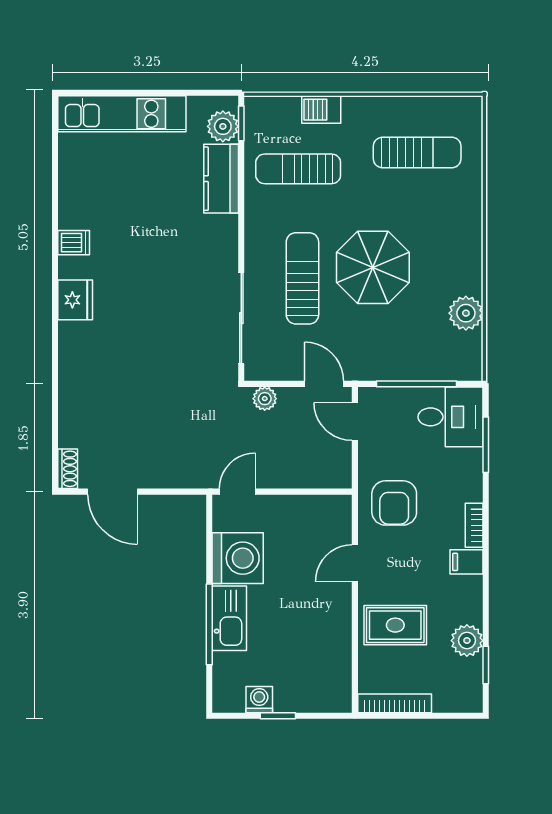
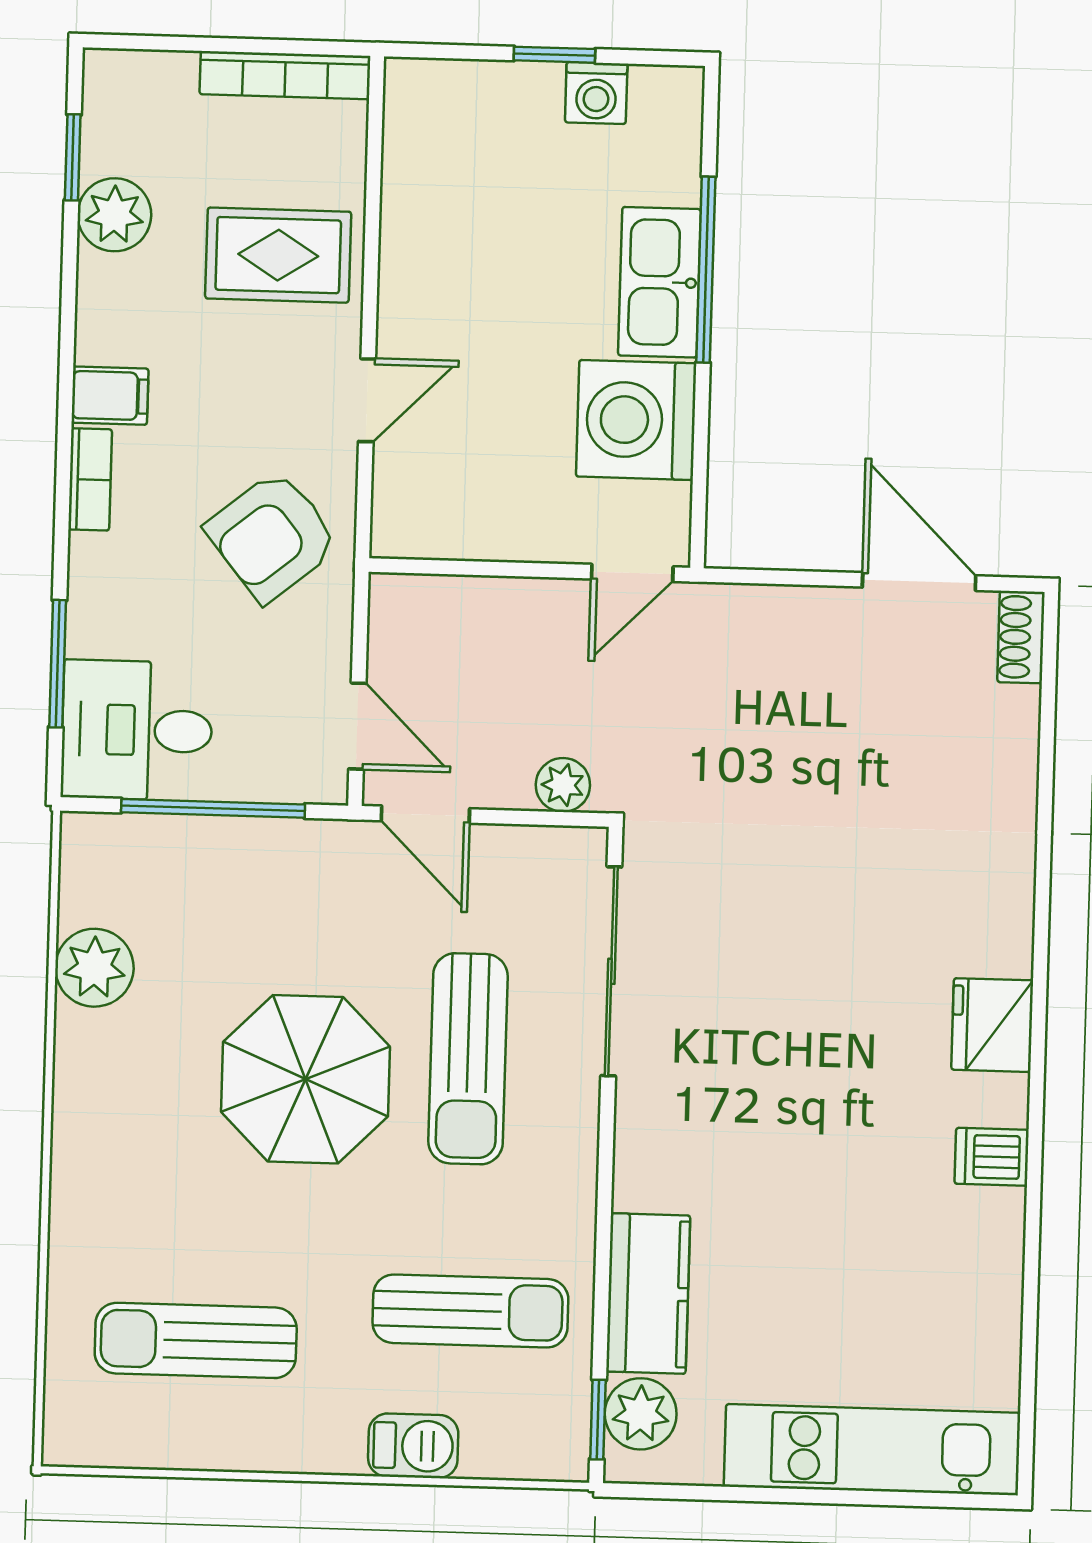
armchair: (394, 503) -> (272, 536), turned -129

